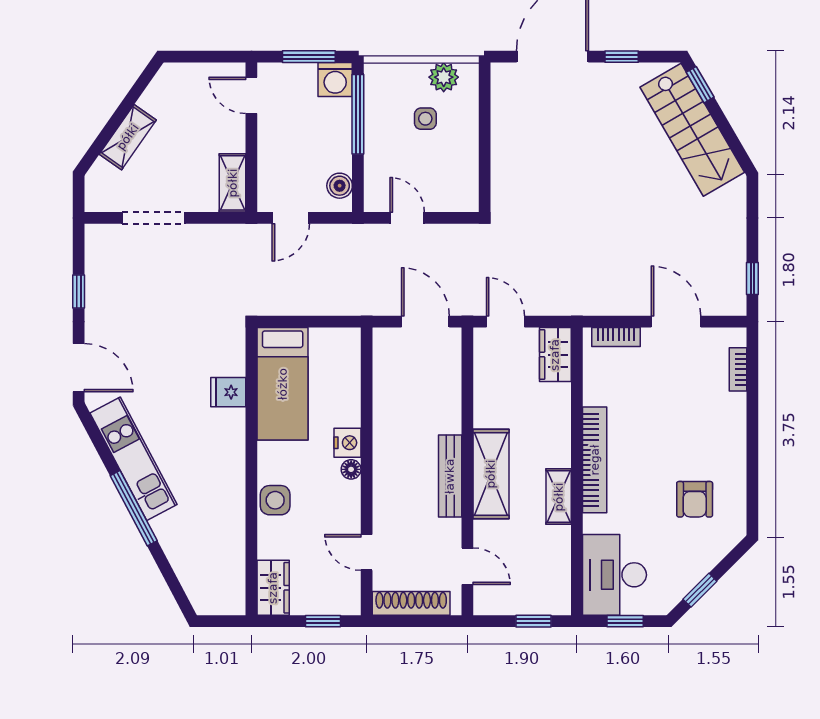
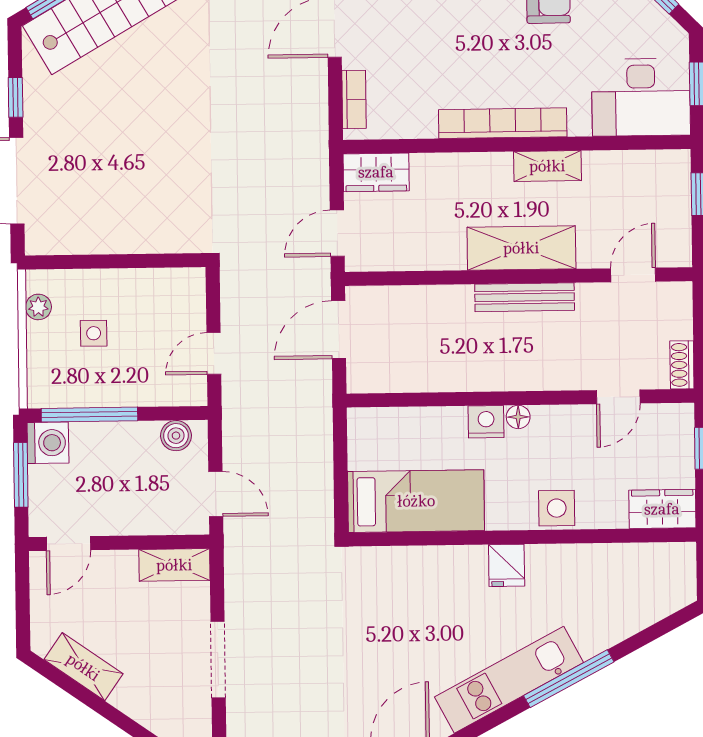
plant: (444, 77) -> (38, 307), width x0.73, depth x0.73
shelving: (128, 137) -> (83, 667), moved
fridge: (228, 392) -> (507, 565), moved
shoe rack: (411, 603) -> (682, 365), width x0.51, depth x0.81

